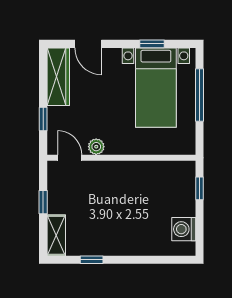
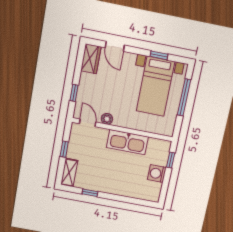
wardrobe: (58, 77) -> (91, 59), width x0.67
kitchen sink: (132, 174) -> (127, 142), added
washing machine: (184, 229) -> (157, 173), moved

